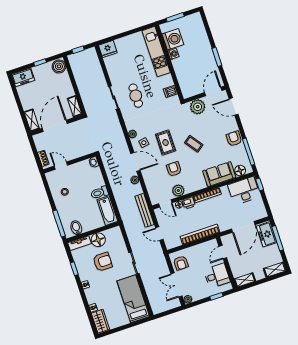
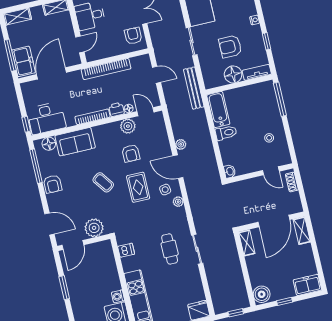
bench: (144, 210) -> (194, 88), moved
bidet: (76, 228) -> (259, 92), removed

